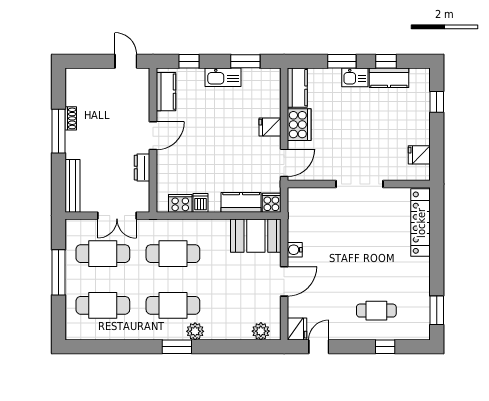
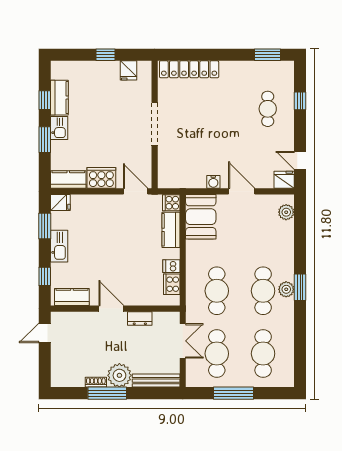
window: (437, 102) -> (105, 55), moved
fridge: (270, 127) -> (60, 202), moved, turned -90
plant: (78, 145) -> (119, 375), added
plant: (195, 331) -> (286, 289), moved

